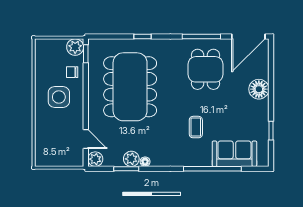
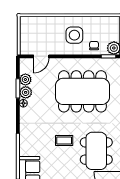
dining table: (205, 69) -> (96, 151), width x1.38
coffee table: (196, 127) -> (64, 141), moved
plant: (95, 159) -> (25, 80), moved

